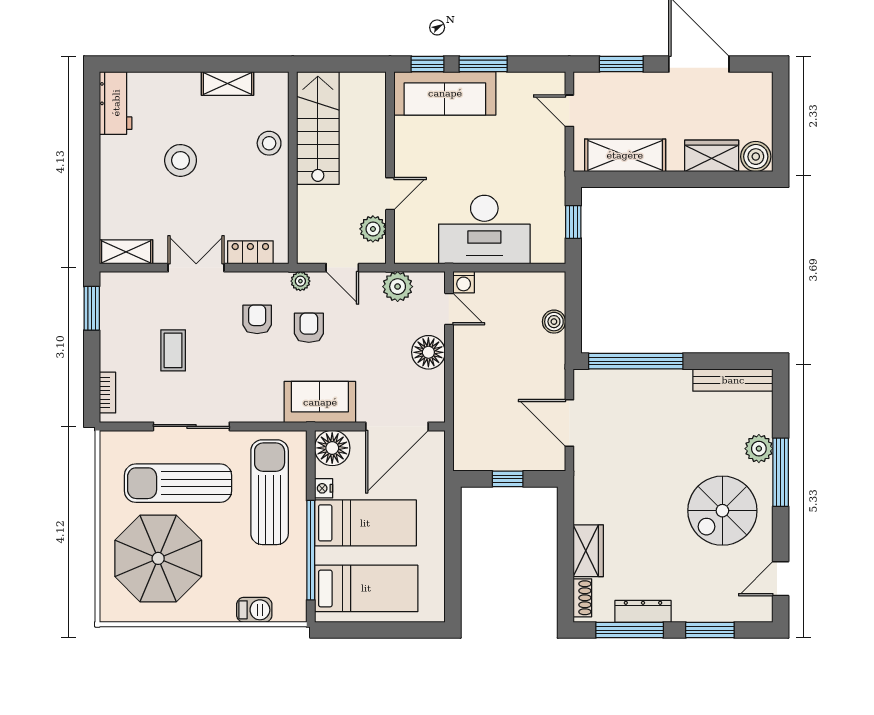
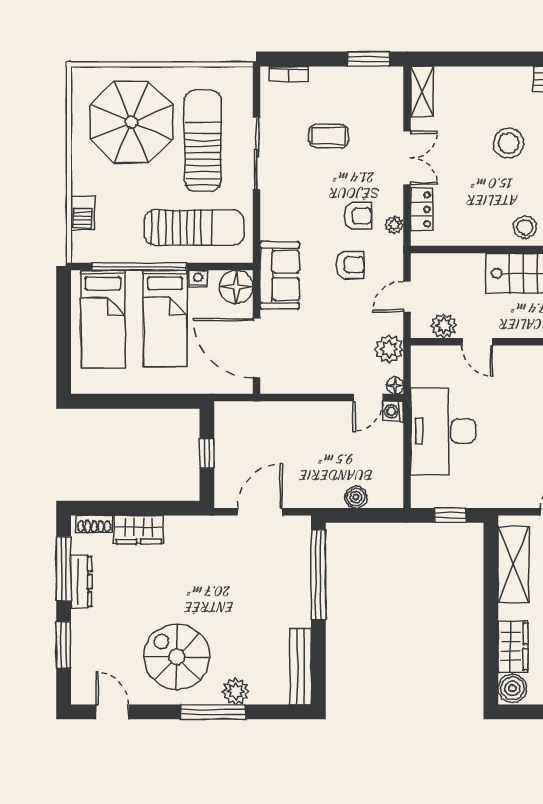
plant: (300, 281) -> (394, 225), moved
floor lamp: (428, 352) -> (395, 386), moved, width x0.53, depth x0.53

